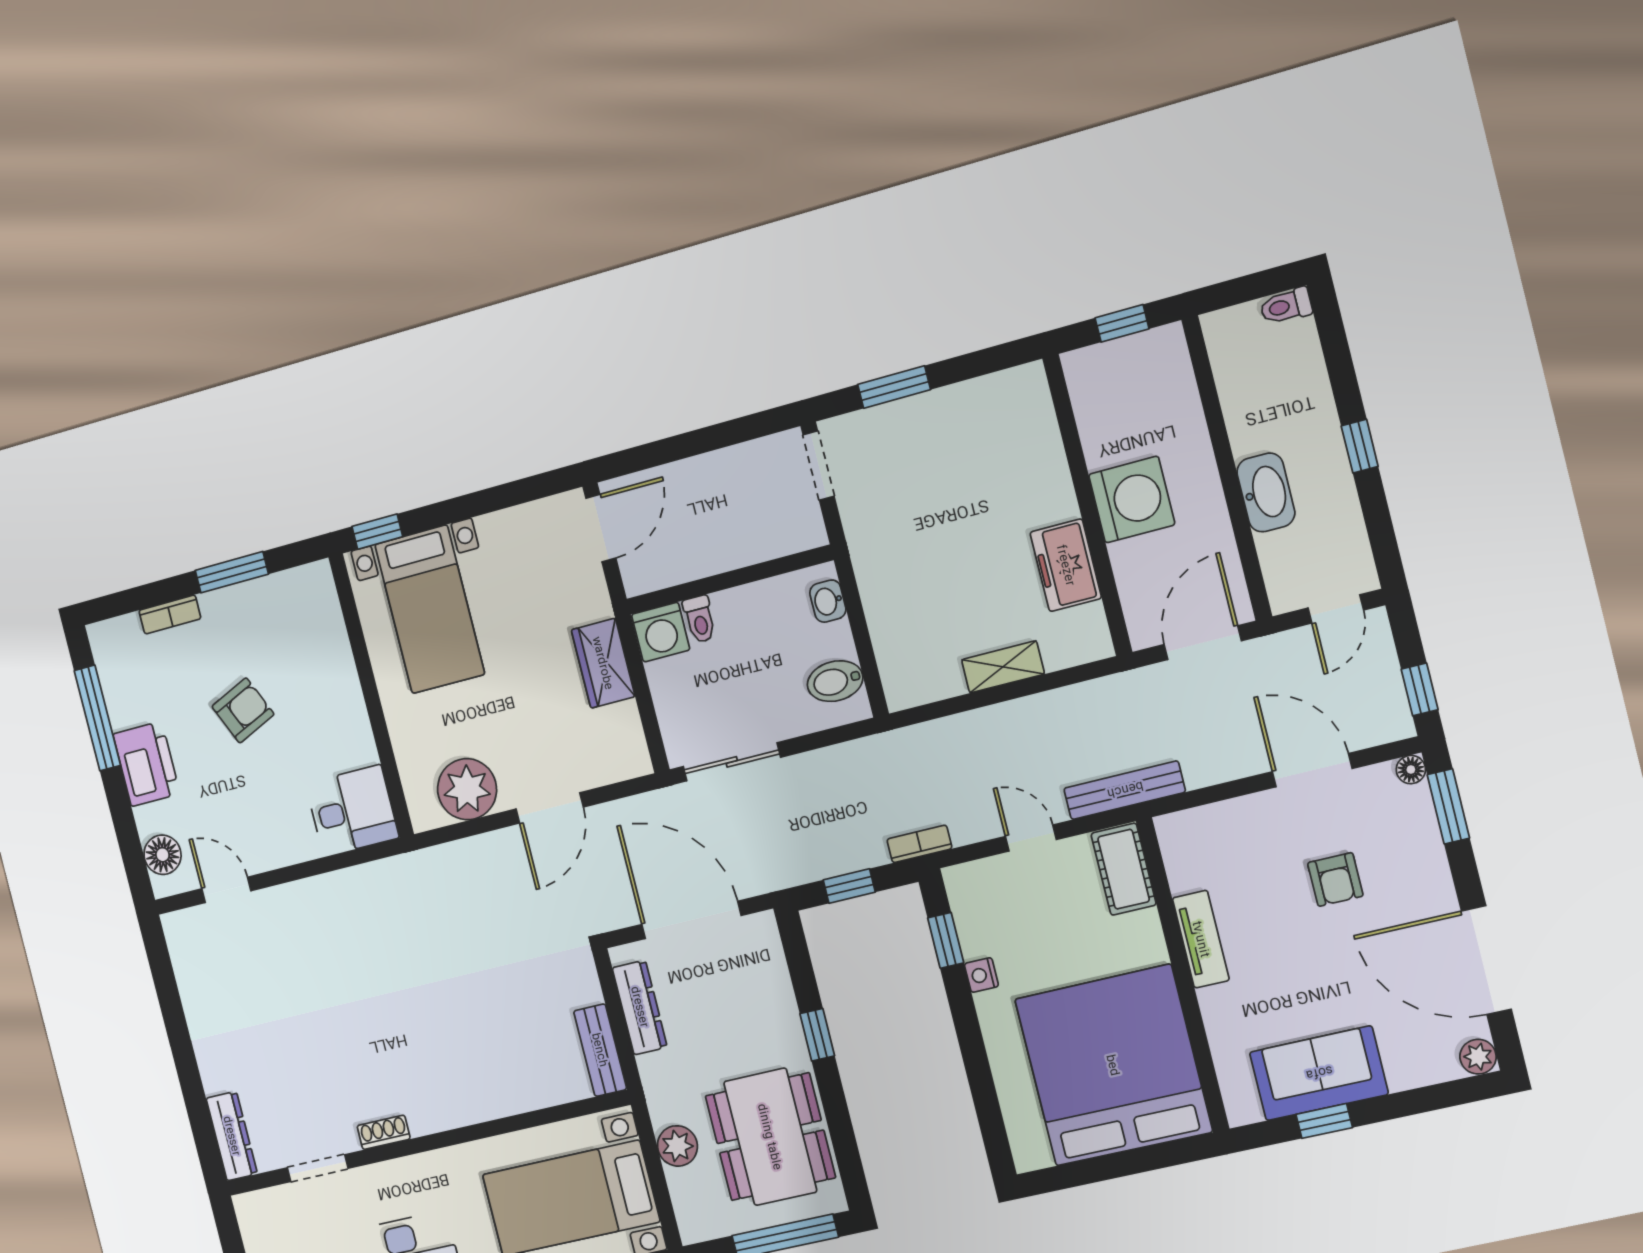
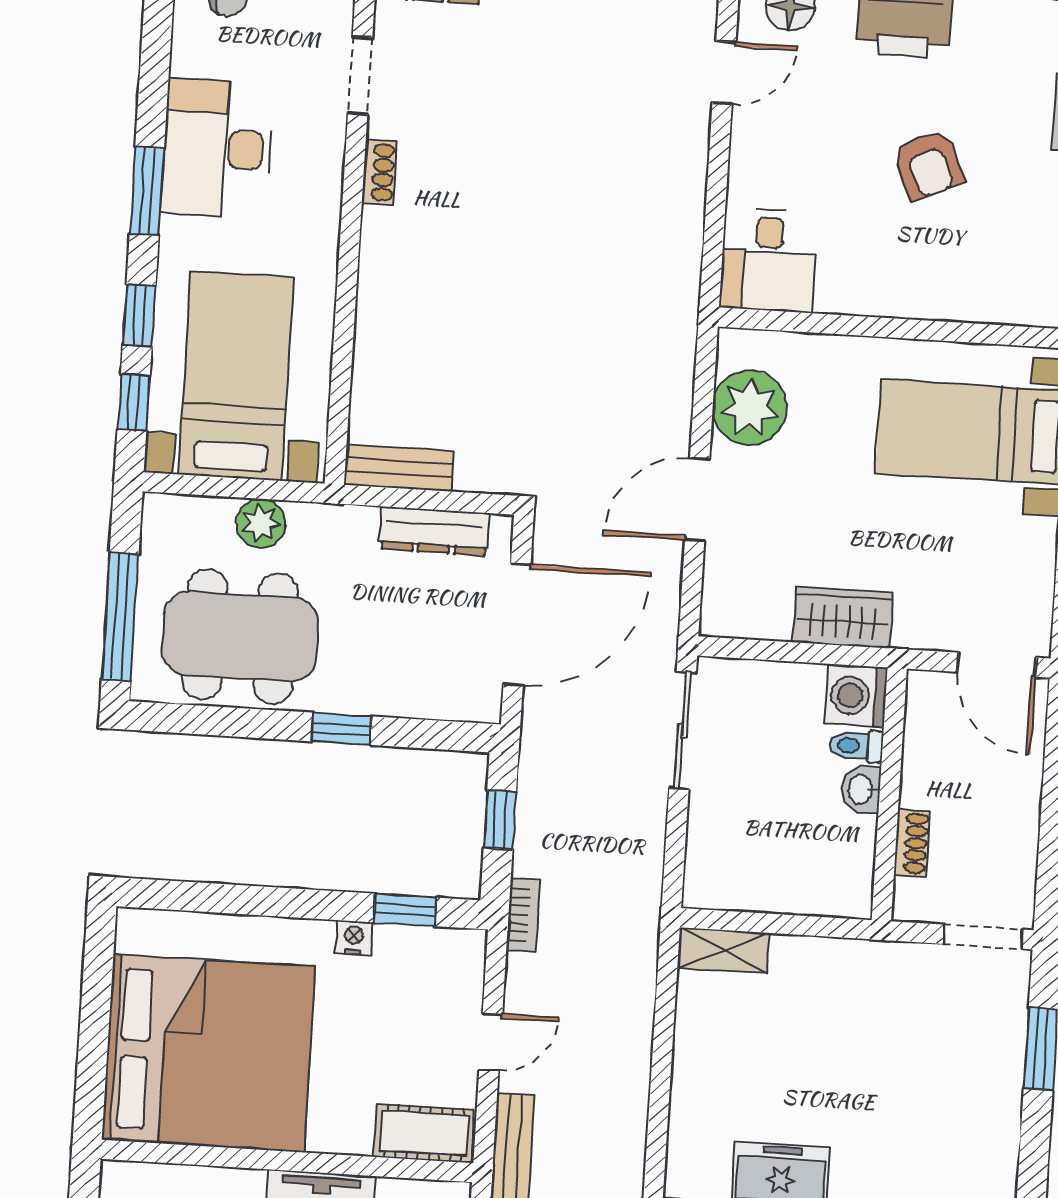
shoe rack: (762, 548) -> (912, 843), added
washbasin: (828, 601) -> (861, 789), moved, turned -90
shelving: (1003, 667) -> (723, 950), moved, turned 90
bidet: (835, 681) -> (736, 878), removed
door: (550, 808) -> (697, 500), hinge flipped

